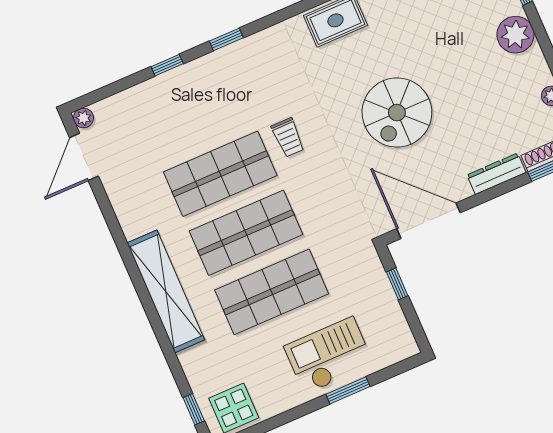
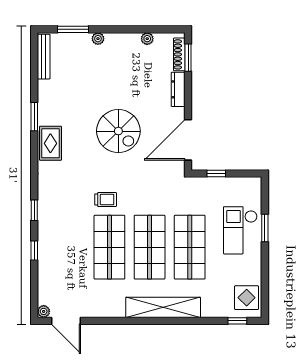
plant: (515, 35) -> (98, 39), width x0.53, depth x0.53

